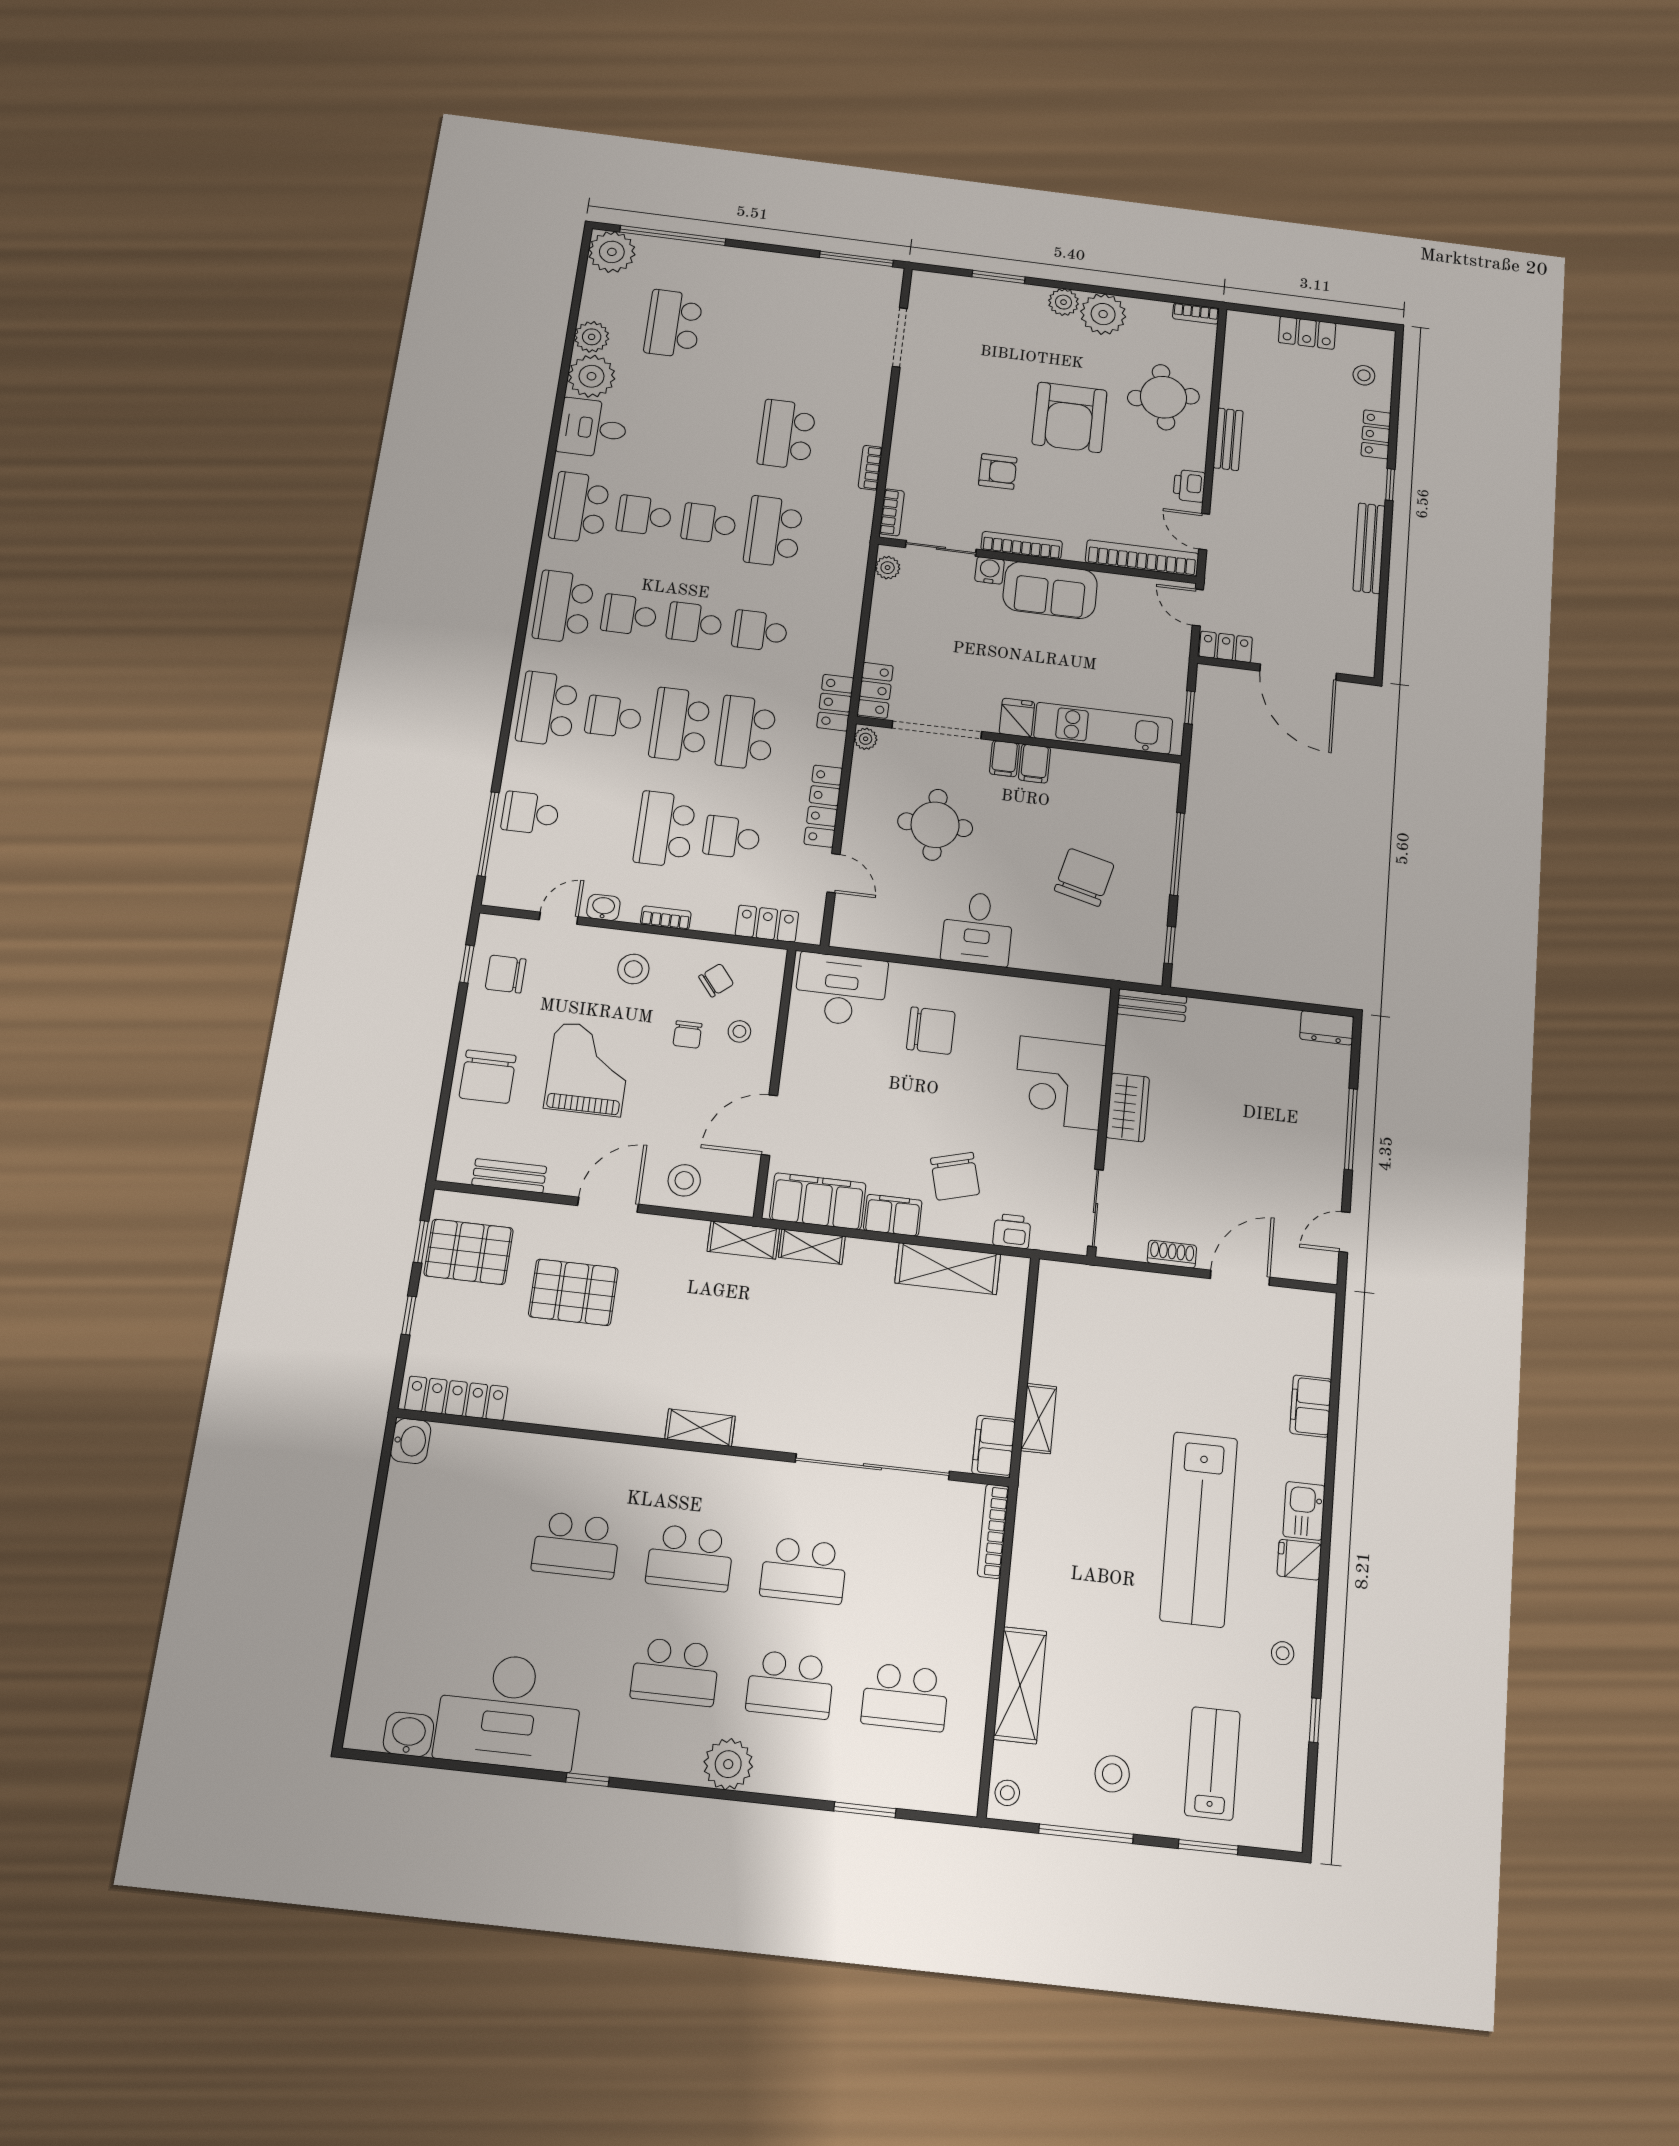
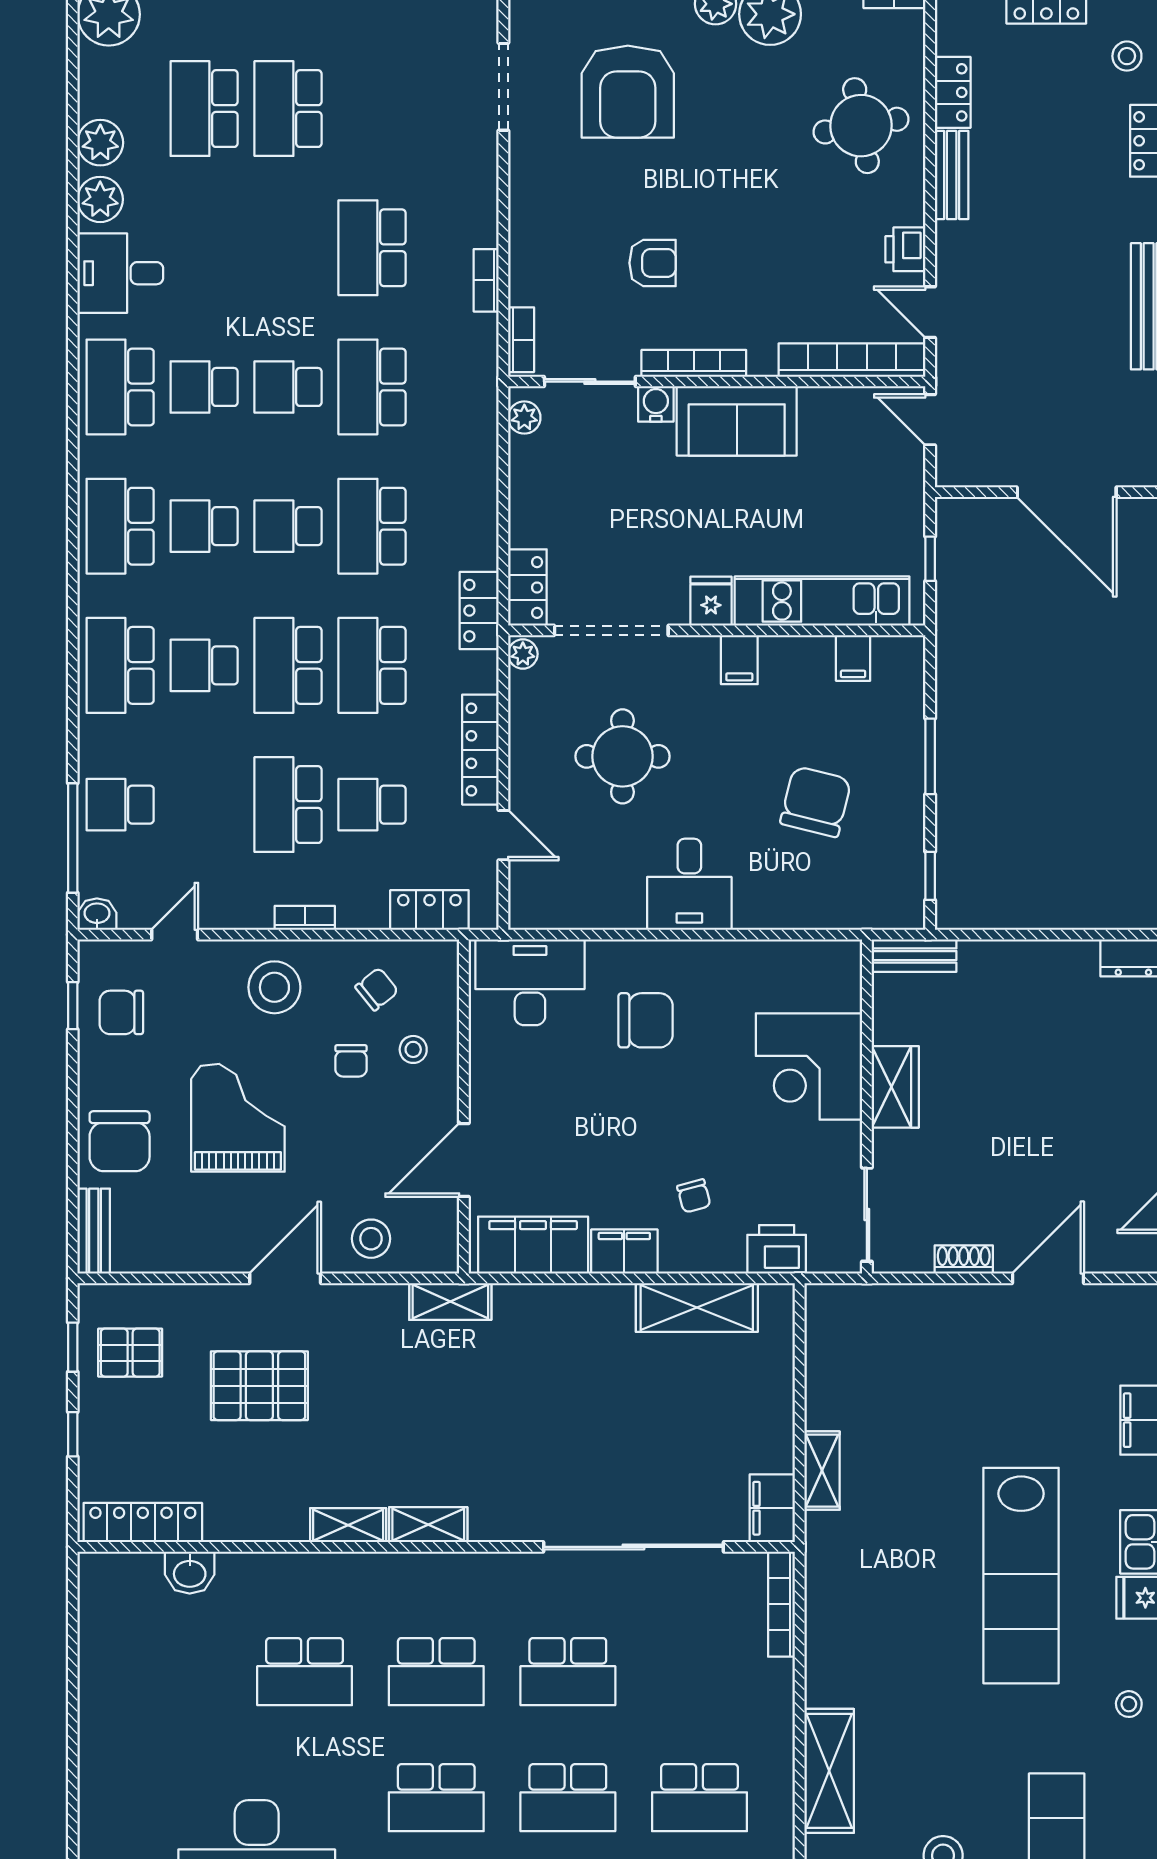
school desk: (737, 332) -> (288, 109), added
plant: (592, 376) -> (100, 199), width x0.73, depth x0.73
armchair: (1070, 417) -> (628, 92), moved
school desk: (760, 631) -> (372, 526), width x1.85
locker: (1226, 647) -> (953, 92), moved, turned 90
filing cabinet: (1004, 759) -> (853, 658), moved
window: (1177, 854) -> (930, 756), width x0.69
washbasin: (603, 907) -> (97, 914), moved
stool: (633, 969) -> (274, 987), width x1.38, depth x1.38
bench: (509, 1176) -> (94, 1231), moved, turned 90
chair: (955, 1176) -> (694, 1196), width x0.54, depth x0.54
printer: (1012, 1231) -> (777, 1249), width x1.36, depth x1.24
shelving: (812, 1247) -> (348, 1525), moved
pallet: (469, 1252) -> (130, 1353), width x0.67, depth x0.71
washbasin: (411, 1441) -> (190, 1573), moved, turned 90

